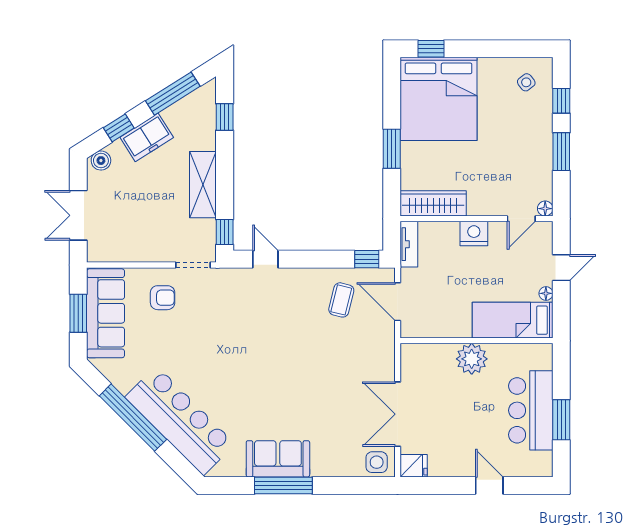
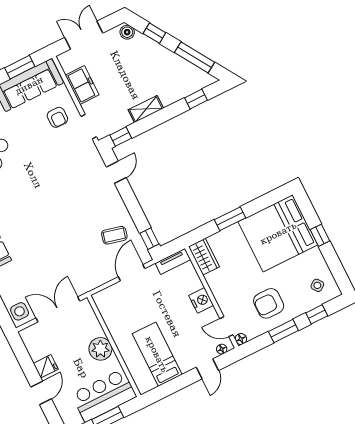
window: (431, 49) -> (320, 235), moved
freezer: (147, 137) -> (82, 85), moved, turned -148
armchair: (519, 153) -> (269, 303), added
shelving: (203, 185) -> (146, 109), width x0.67, depth x0.75
wardrobe: (433, 203) -> (204, 257), width x0.67
door: (561, 268) -> (207, 369), hinge flipped
floor lamp: (546, 293) -> (222, 349), moved
wall: (476, 341) -> (114, 346), moved
plant: (472, 359) -> (100, 349), moved
fridge: (414, 466) -> (46, 366), moved, turned -90

